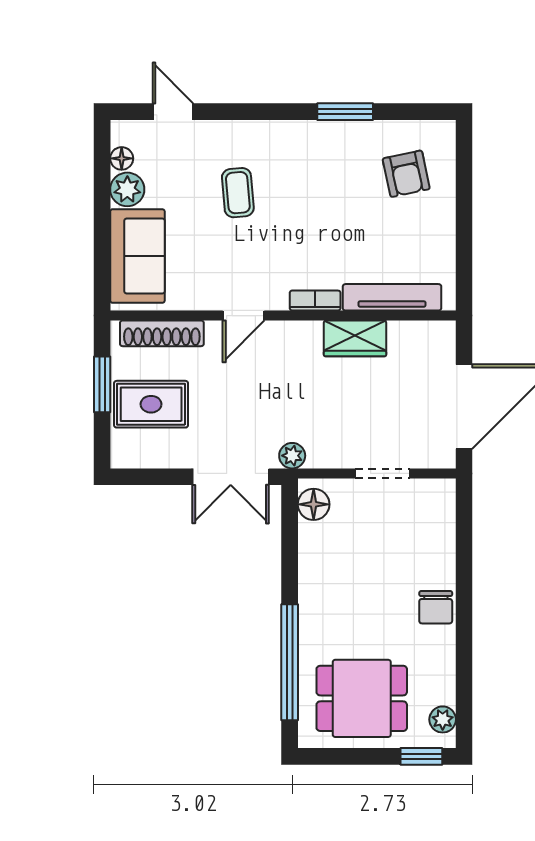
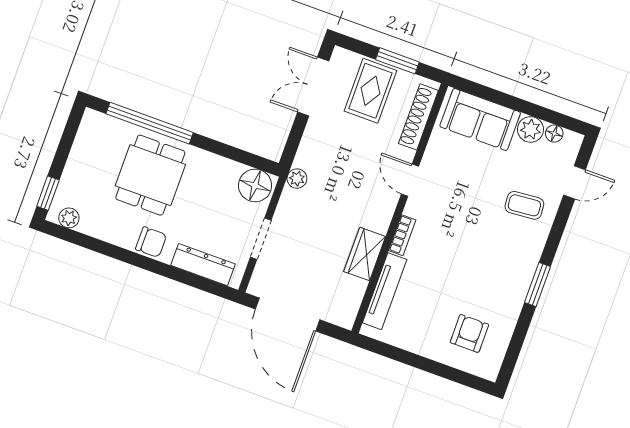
window: (345, 112) -> (538, 284), moved
armchair: (406, 174) -> (469, 333), turned 102
coffee table: (238, 193) -> (524, 205), moved
double door: (231, 477) -> (313, 87), moved
floor lamp: (314, 504) -> (255, 185), width x1.38, depth x1.38
dresser: (440, 533) -> (203, 265), added
chair: (436, 607) -> (151, 242), turned 180
dining table: (362, 698) -> (150, 175), moved

